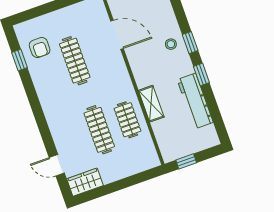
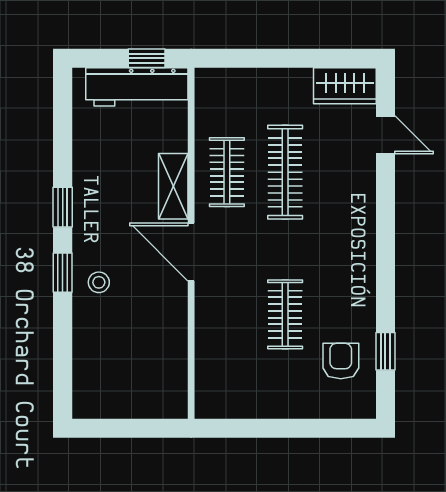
door: (117, 35) -> (191, 252), moved
clothes rail: (75, 61) -> (285, 314), width x0.73
workbench: (195, 101) -> (137, 87), moved, turned 90

